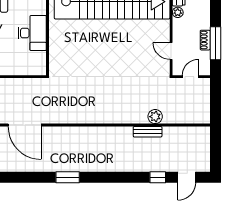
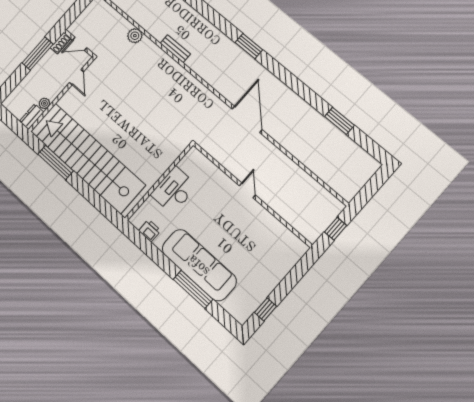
shoe rack: (205, 40) -> (61, 43), moved
bench: (148, 132) -> (175, 49), moved

